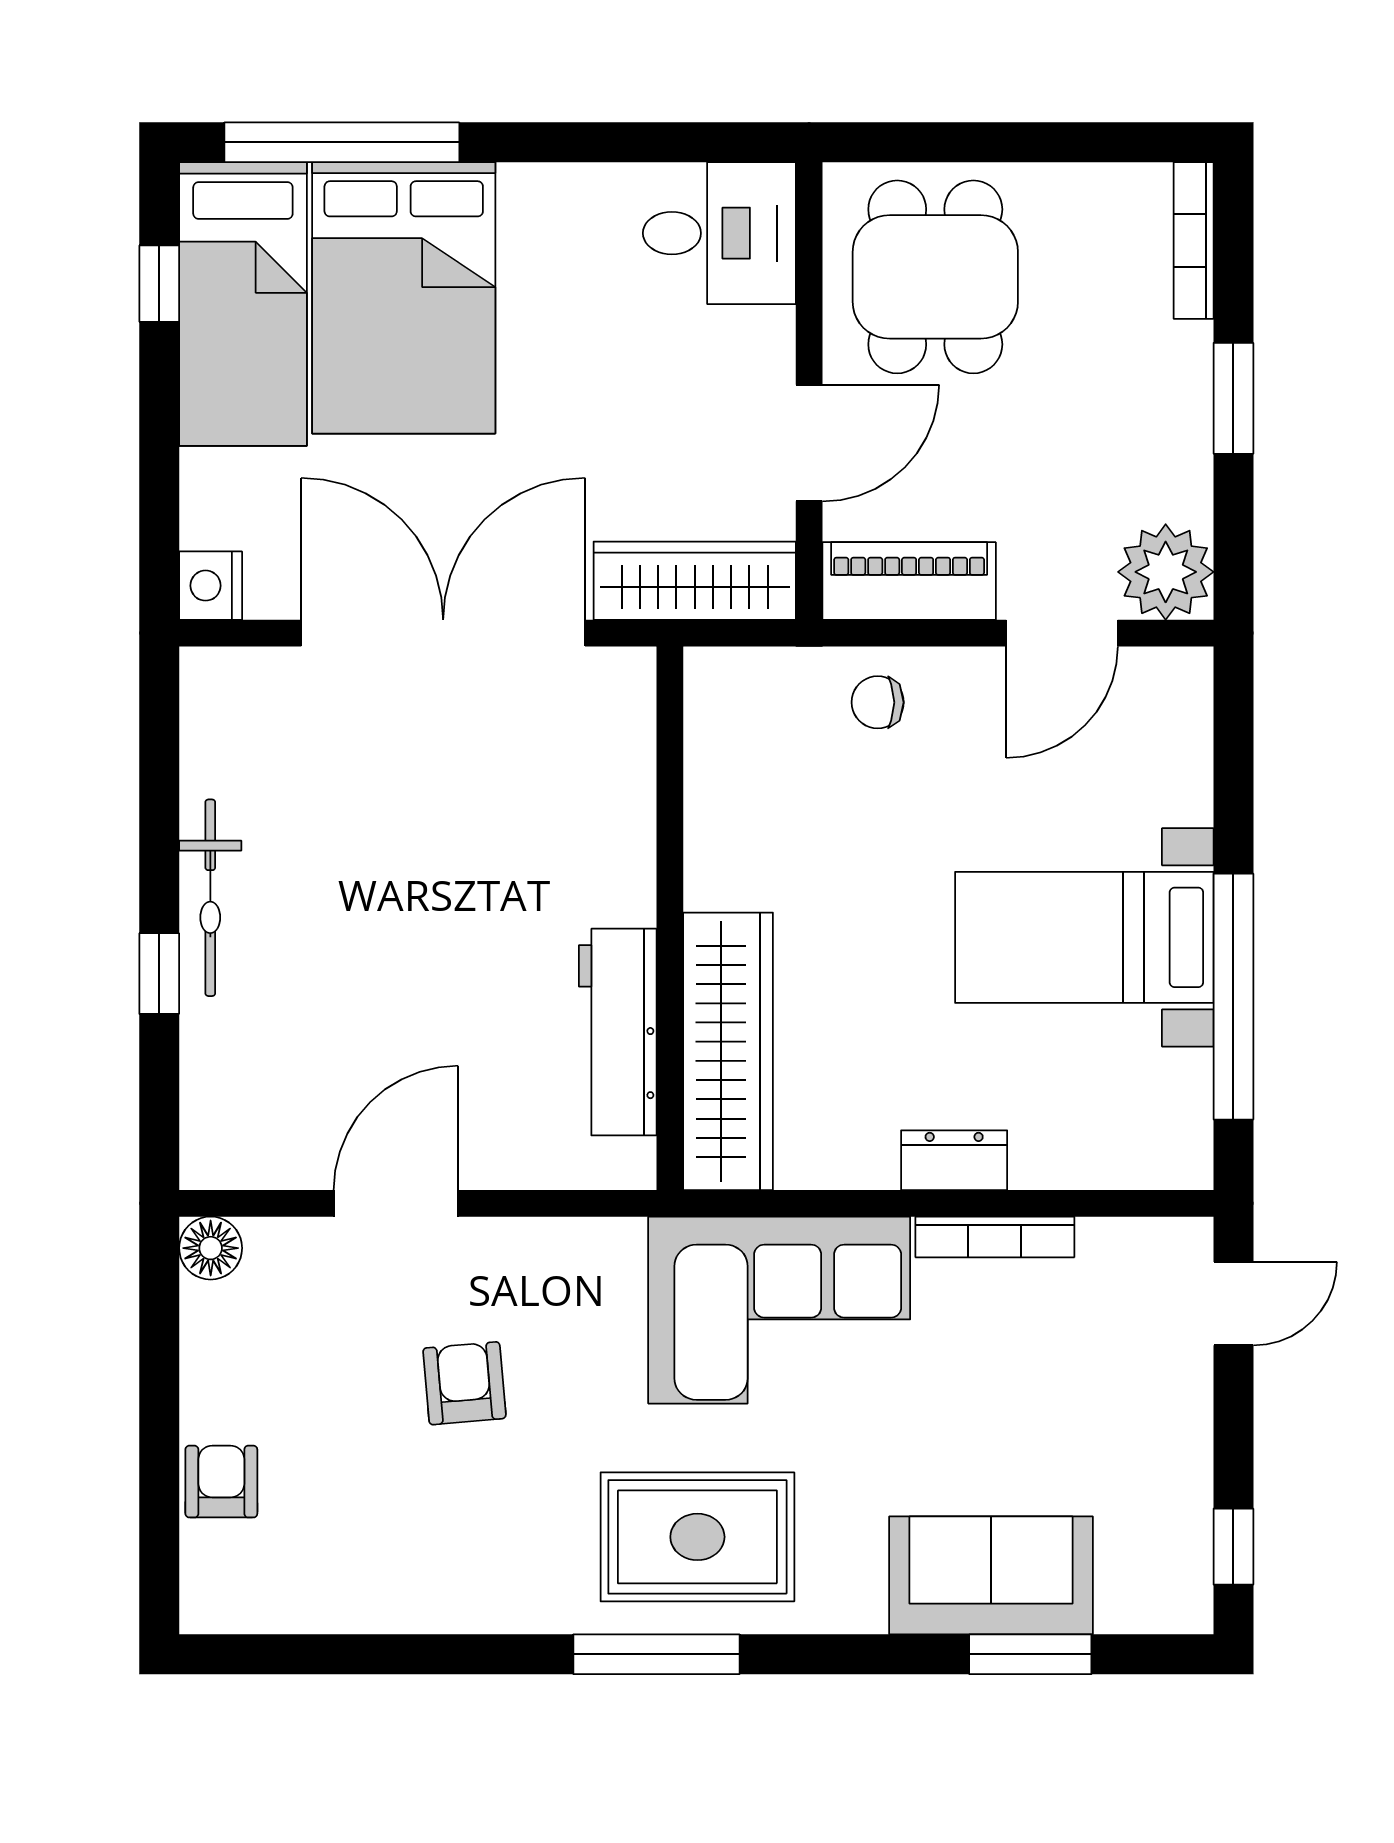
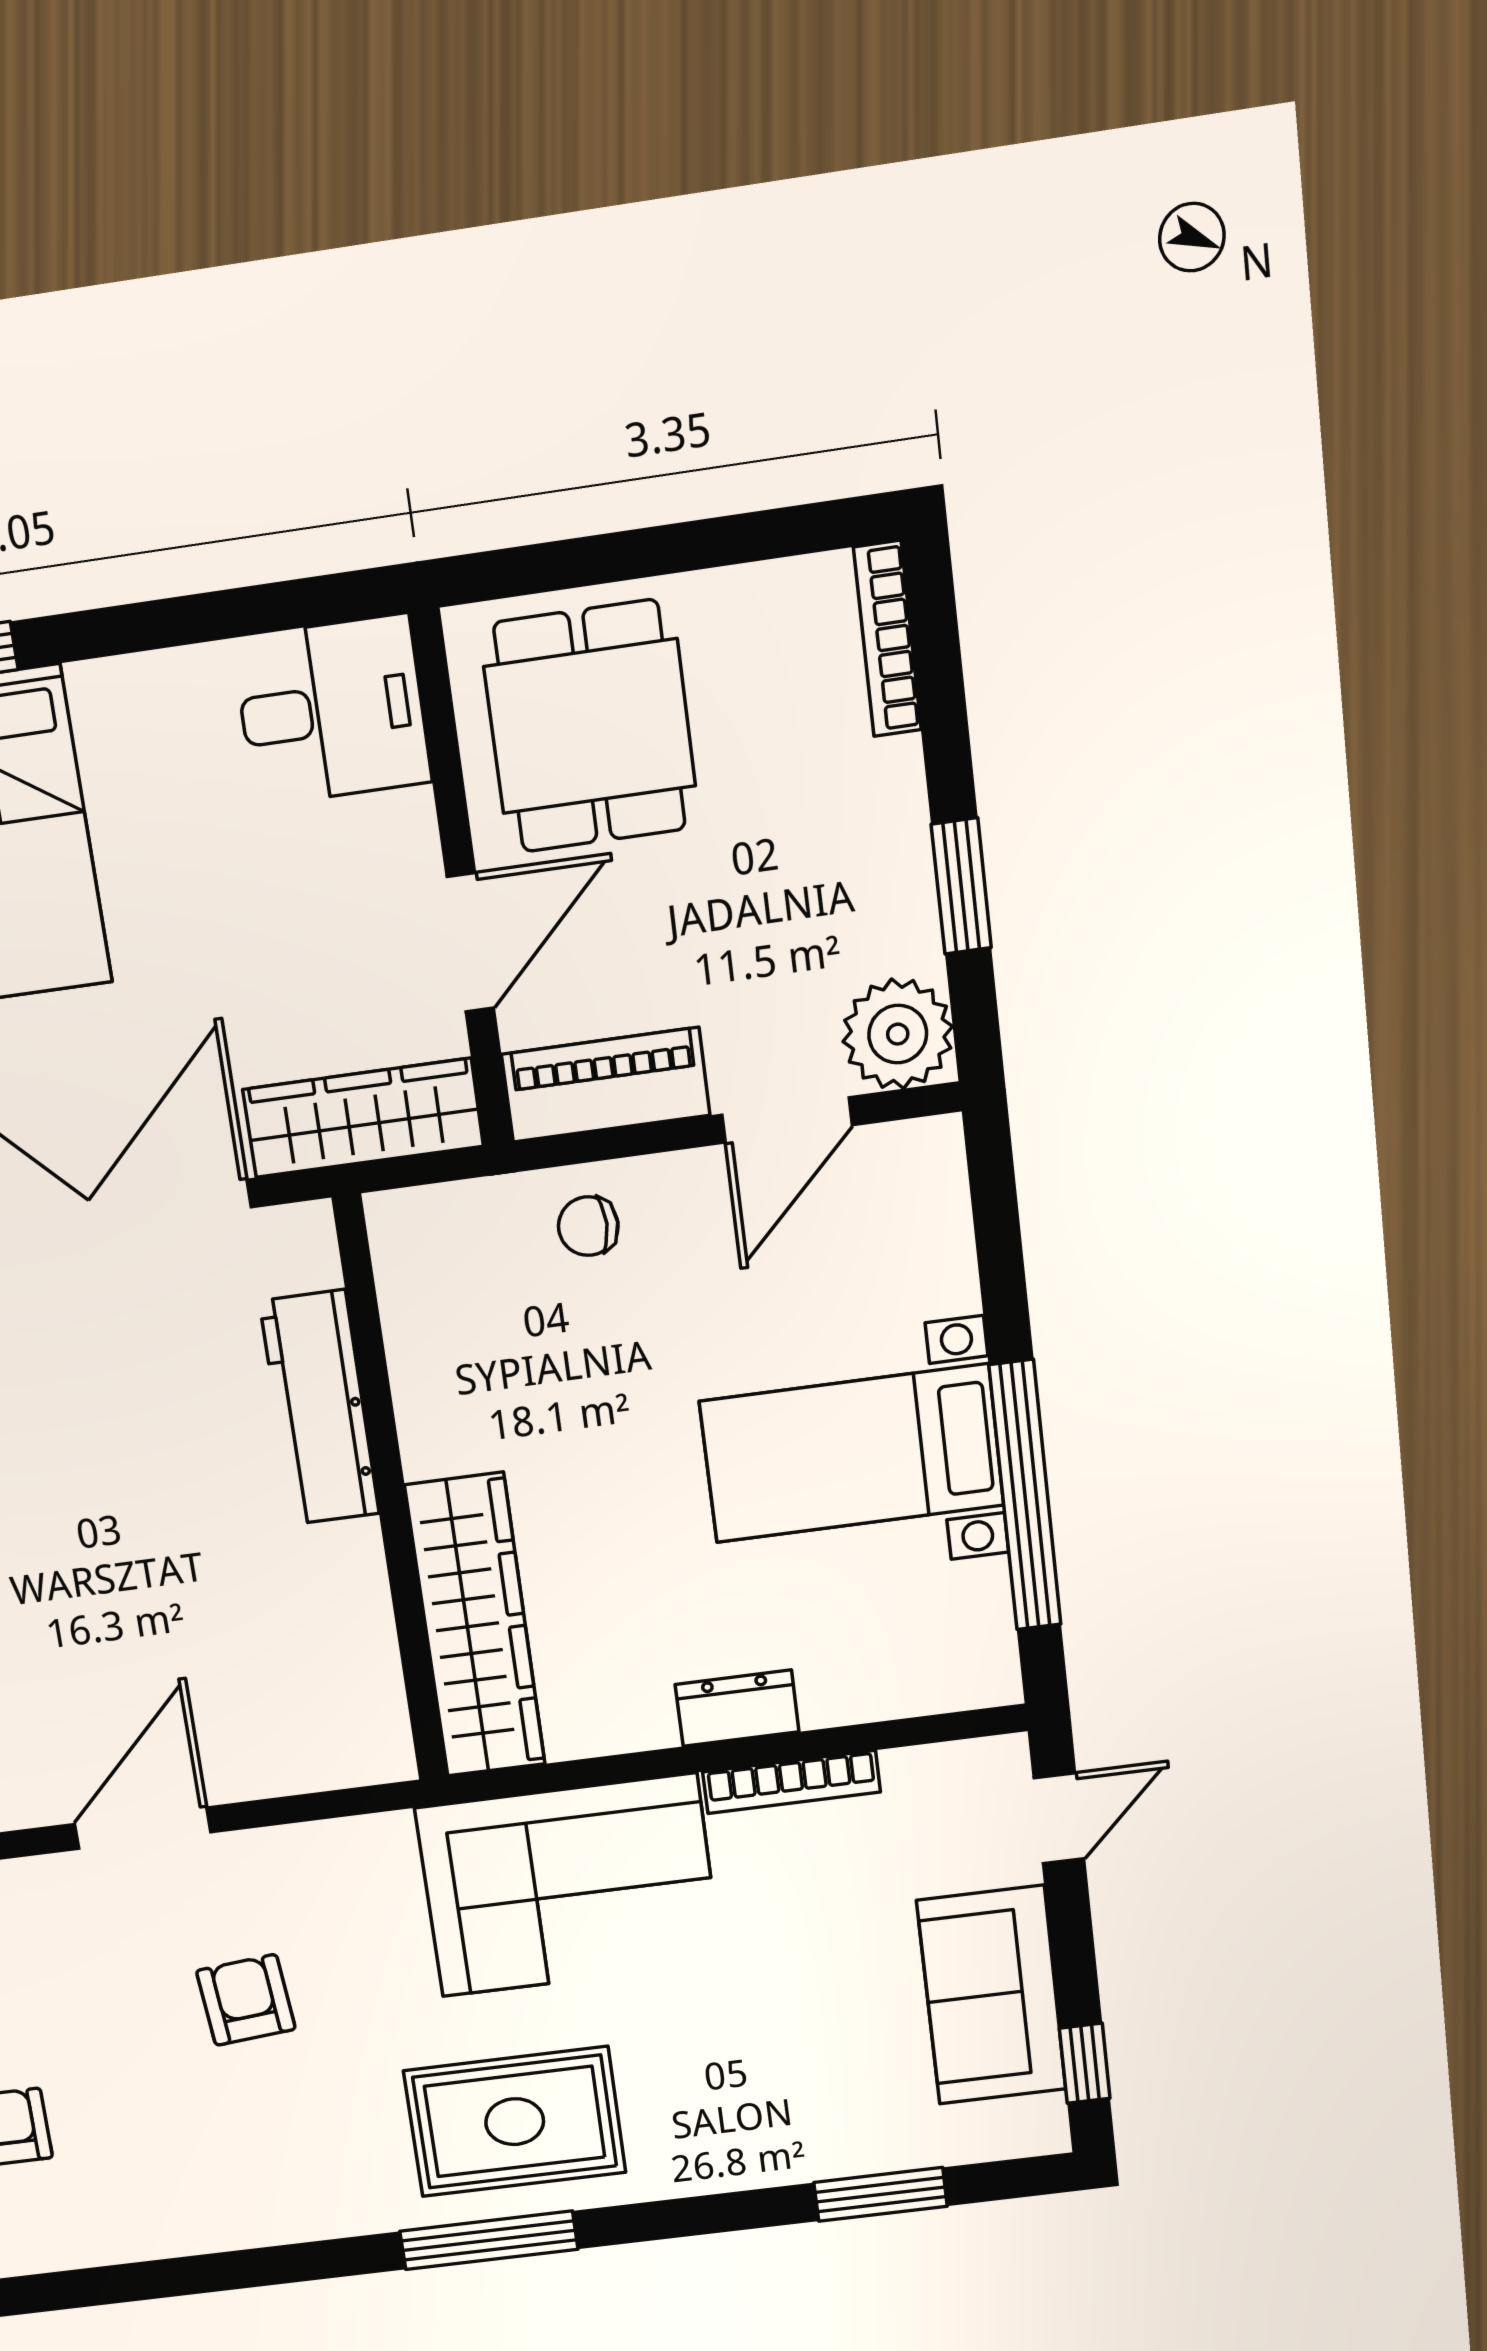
window: (1233, 398) -> (961, 886), moved
workbench: (618, 1032) -> (319, 1408), moved
sofa: (991, 1575) -> (992, 1995), moved, turned -90

